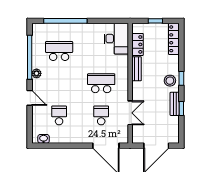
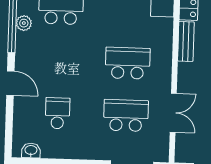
plant: (37, 73) -> (24, 23), moved
school desk: (101, 115) -> (126, 115), width x1.85

